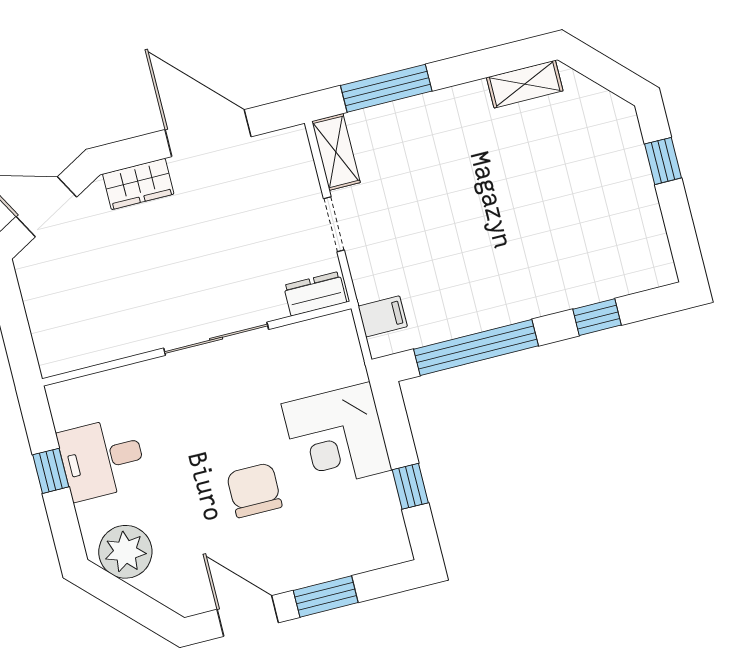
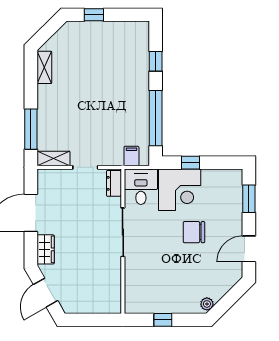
desk: (102, 459) -> (141, 187), moved, turned 180
window: (410, 486) -> (190, 163), moved
plant: (125, 552) -> (207, 304), width x0.53, depth x0.53
window: (326, 596) -> (249, 199), moved

